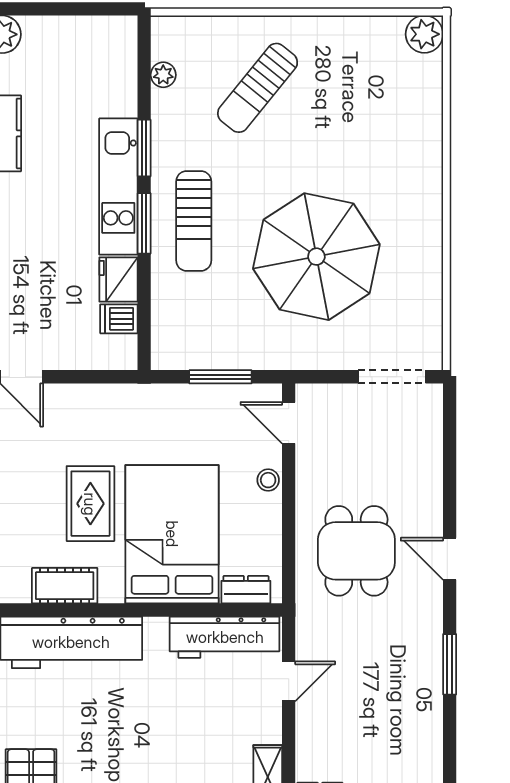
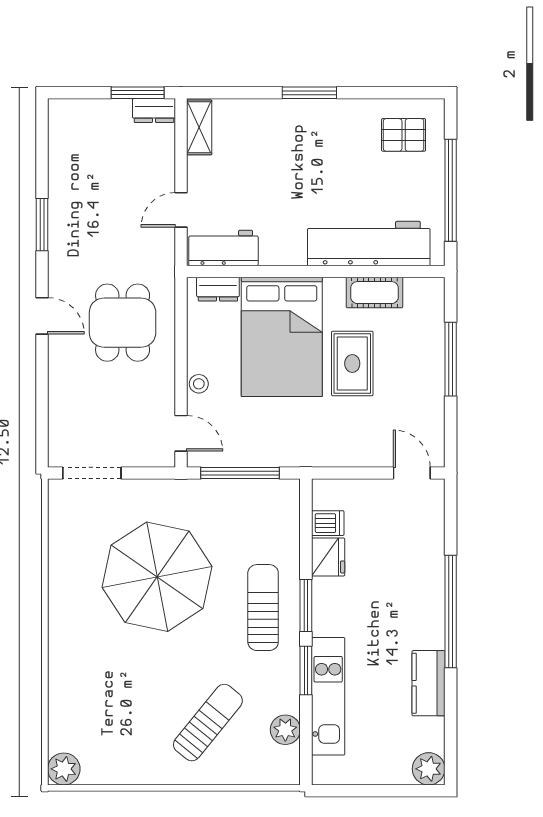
plant: (163, 75) -> (285, 730), width x1.38, depth x1.38
kitchen unit: (118, 187) -> (328, 696), moved
window: (220, 377) -> (240, 473), width x1.44
workbench: (225, 637) -> (223, 248), width x0.73

